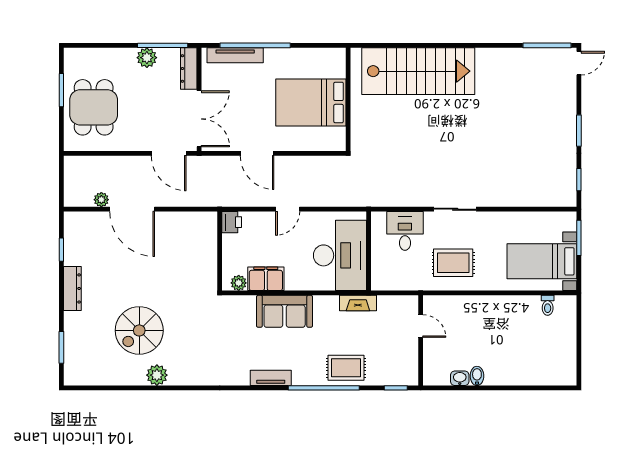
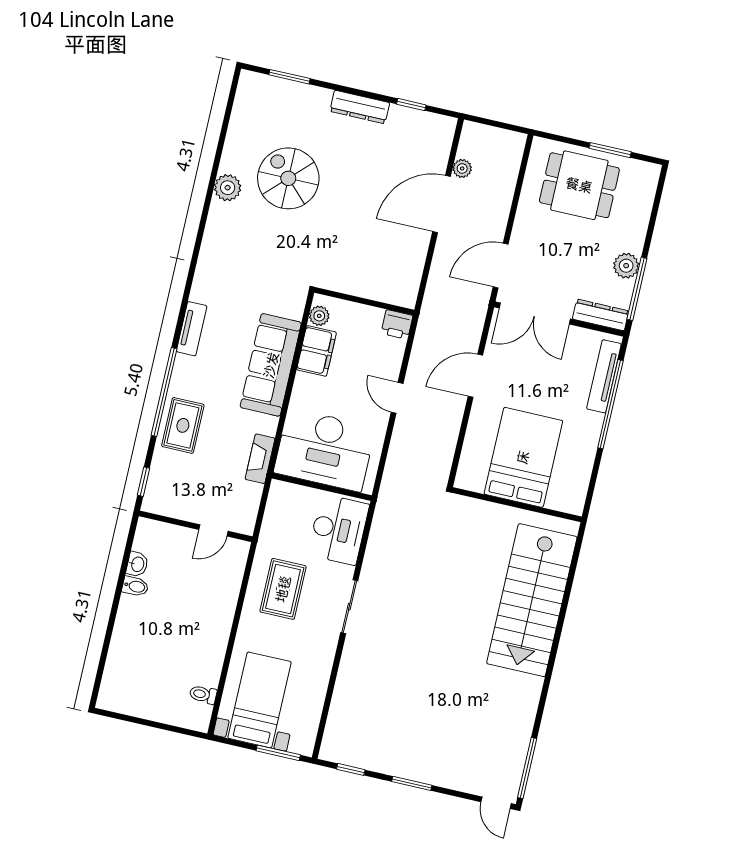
desk: (405, 231) -> (338, 530), width x1.37
sofa: (285, 311) -> (271, 365), width x1.36

